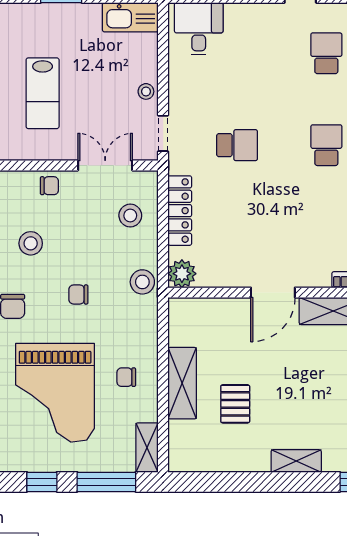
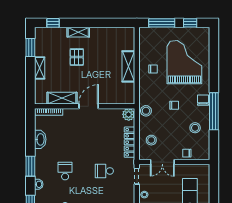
school desk: (326, 145) -> (65, 171), turned 180
pallet: (235, 404) -> (77, 57), moved
shelving: (147, 448) -> (144, 38), removed

